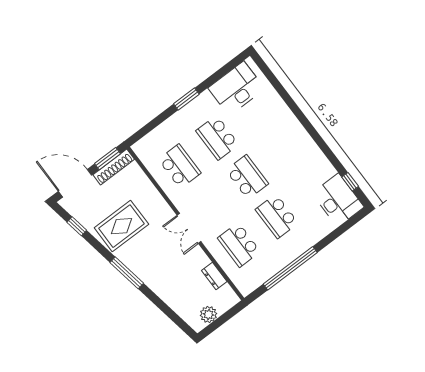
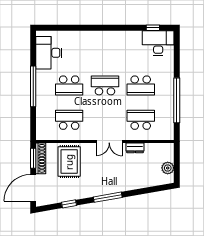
window: (186, 99) -> (33, 86), width x2.11
window: (77, 226) -> (69, 204), moved
rug: (121, 226) -> (69, 162), moved
school desk: (239, 245) -> (141, 120), turned 180
dresser: (214, 276) -> (135, 148), moved

